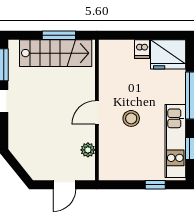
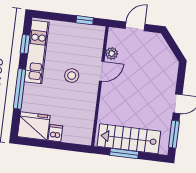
door: (97, 112) -> (102, 71), moved
window: (155, 185) -> (85, 20), moved

